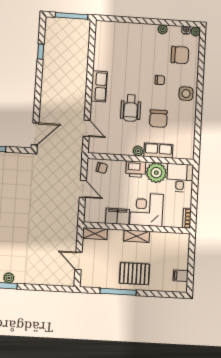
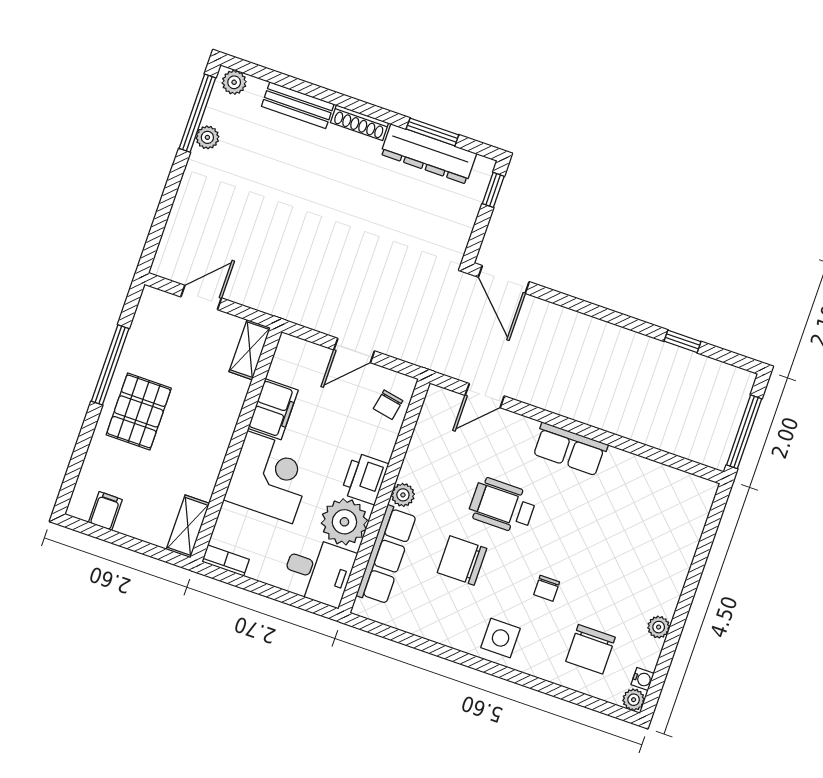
row of seats: (158, 151) -> (386, 555), width x1.48
shelving: (137, 236) -> (188, 526), moved

